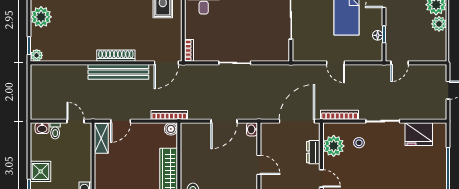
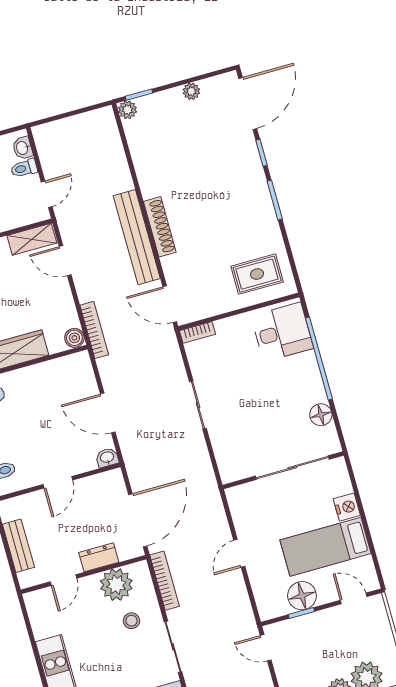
plant: (41, 17) -> (191, 91), width x0.53, depth x0.53
floor lamp: (378, 35) -> (302, 596), width x1.89, depth x1.89
door: (297, 121) -> (138, 520), hinge flipped

